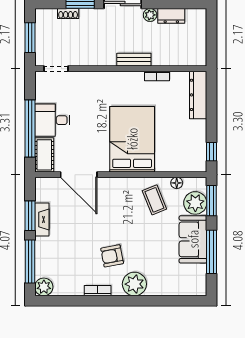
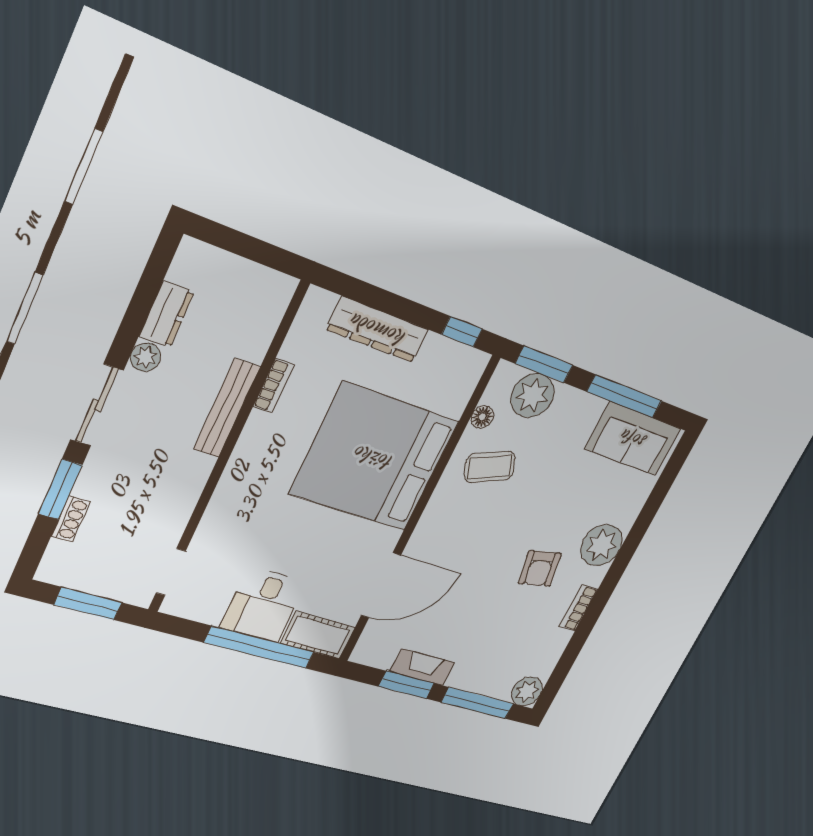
bench: (134, 60) -> (227, 408), width x1.36
dresser: (198, 95) -> (378, 330), moved
bed: (132, 139) -> (374, 458), width x1.36
sofa: (193, 239) -> (633, 439), moved

